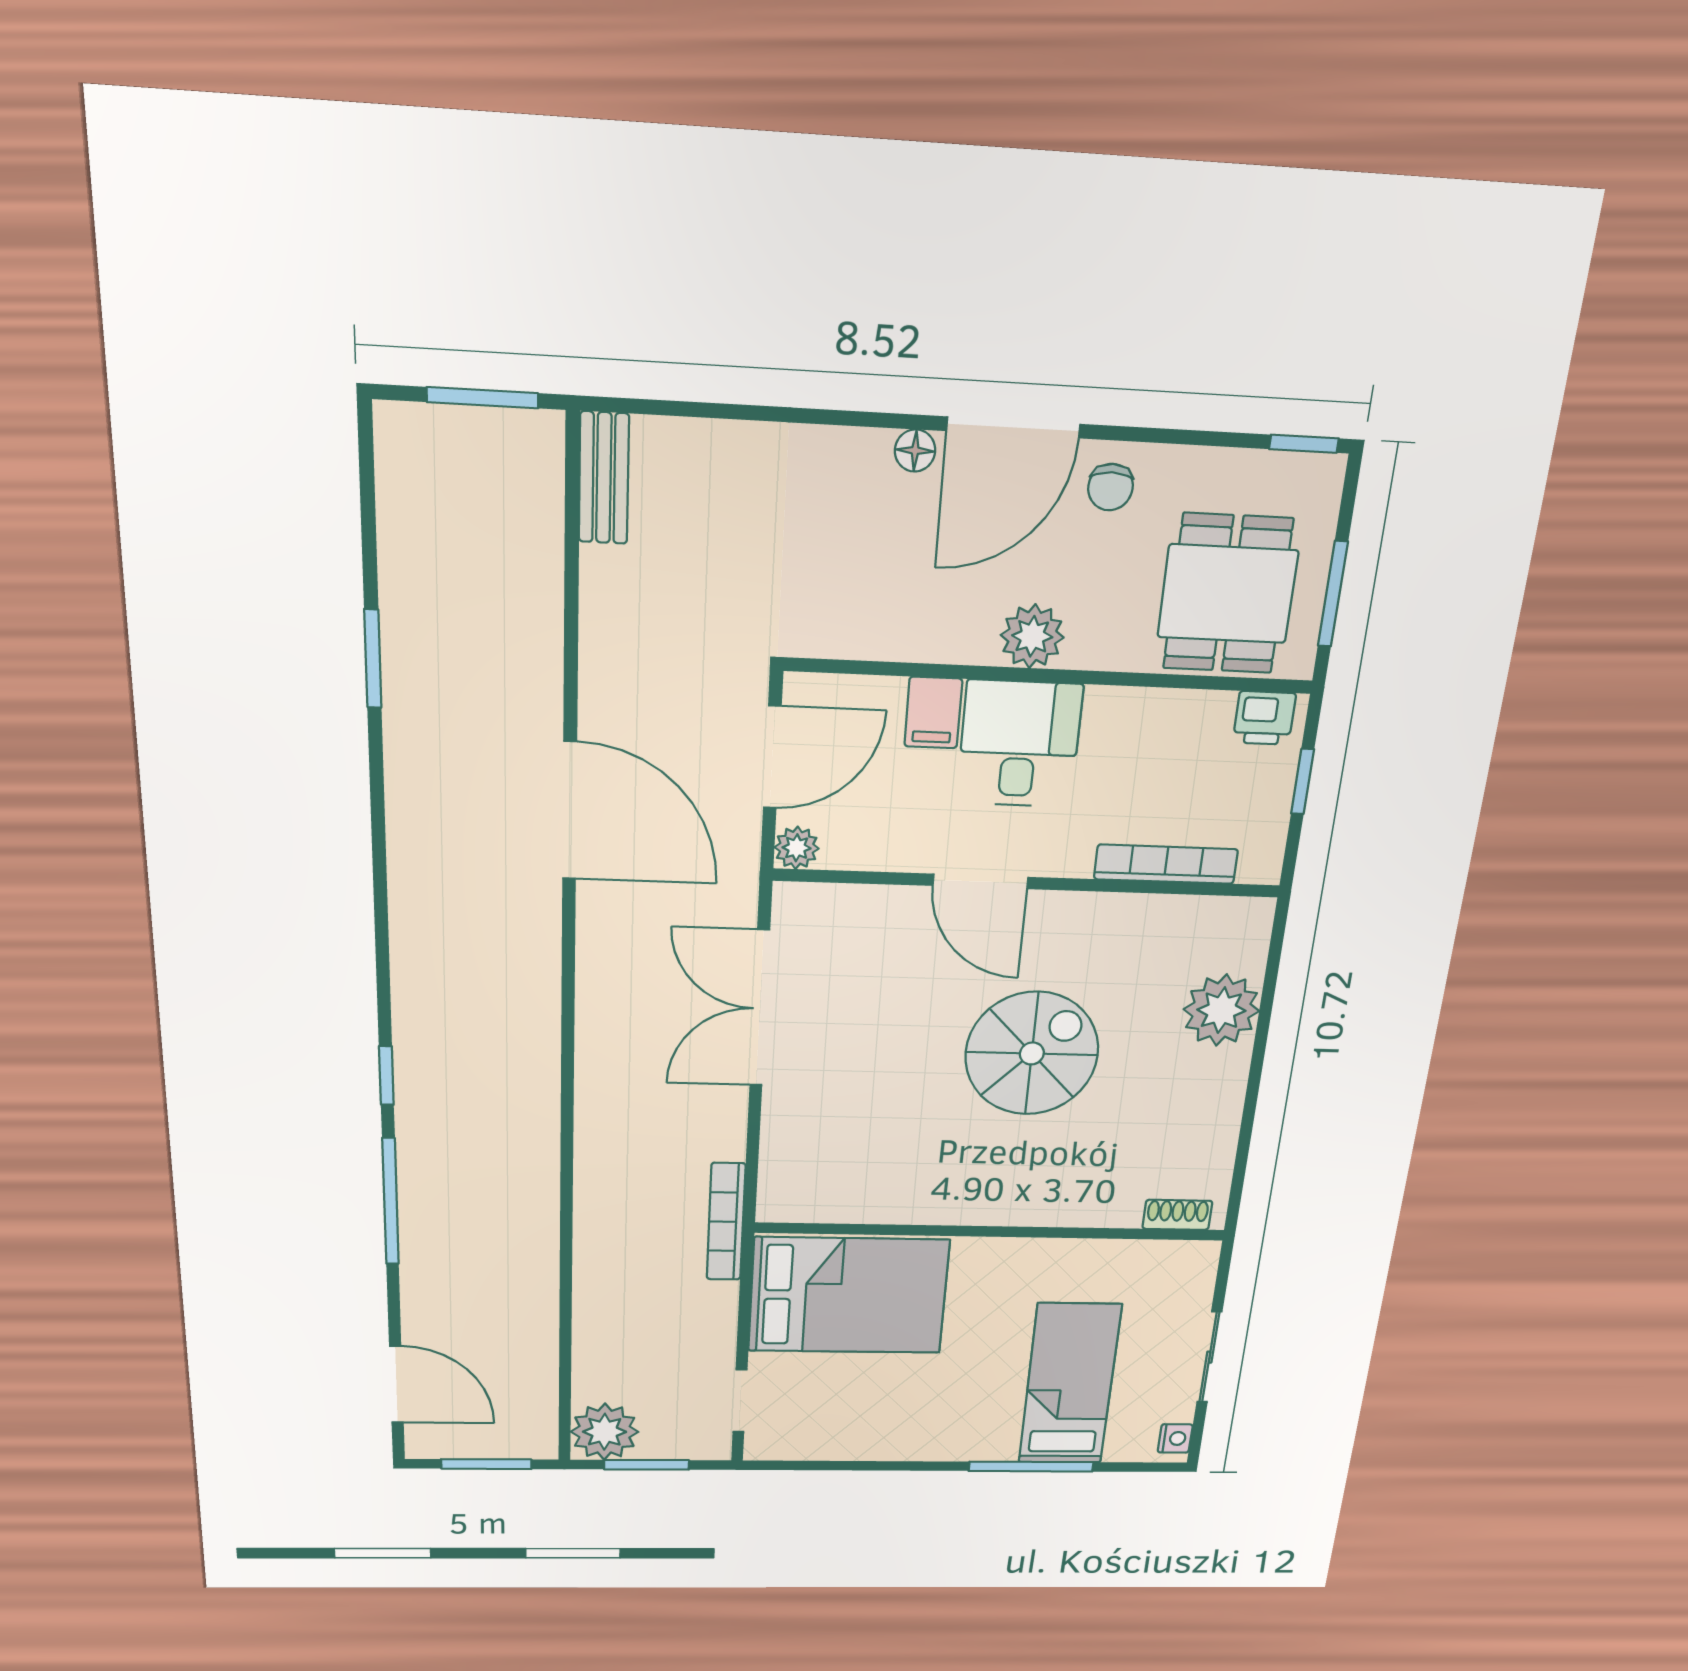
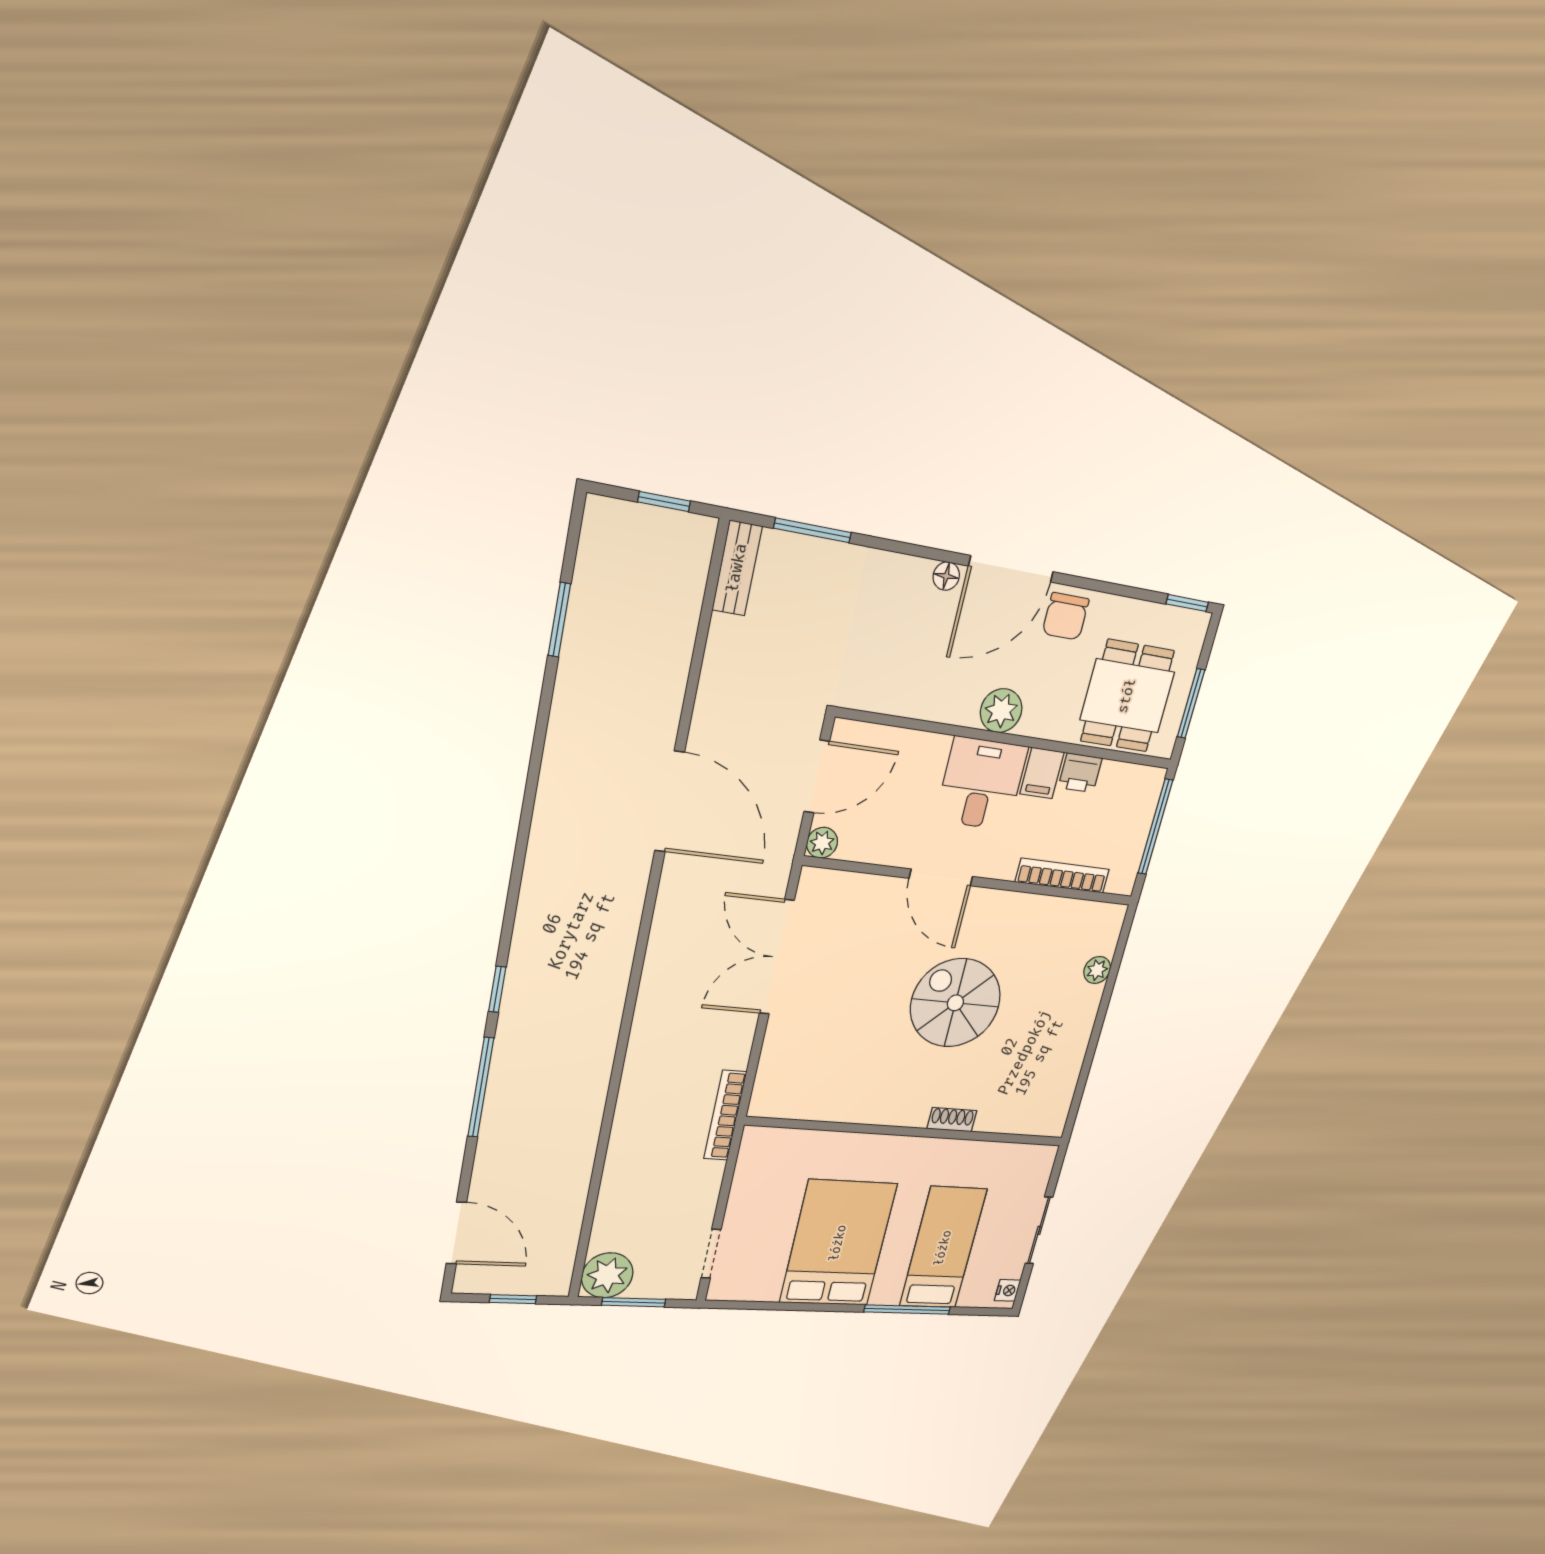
window: (483, 398) -> (664, 502), width x0.67
window: (703, 410) -> (813, 530), added
chair: (1111, 487) -> (1066, 616), width x1.37, depth x1.37
window: (373, 659) -> (559, 620), moved
filing cabinet: (933, 713) -> (1042, 773), moved
printer: (1264, 718) -> (1080, 773), moved
window: (1302, 782) -> (1155, 827), width x2.17
plant: (1221, 1010) -> (1097, 970), width x0.53, depth x0.53
spiral stairs: (1032, 1053) -> (955, 1003), turned -90
shoe rack: (1177, 1215) -> (952, 1120), moved
bed: (848, 1295) -> (838, 1243), moved, turned -90
window: (486, 1464) -> (513, 1299), width x0.67

